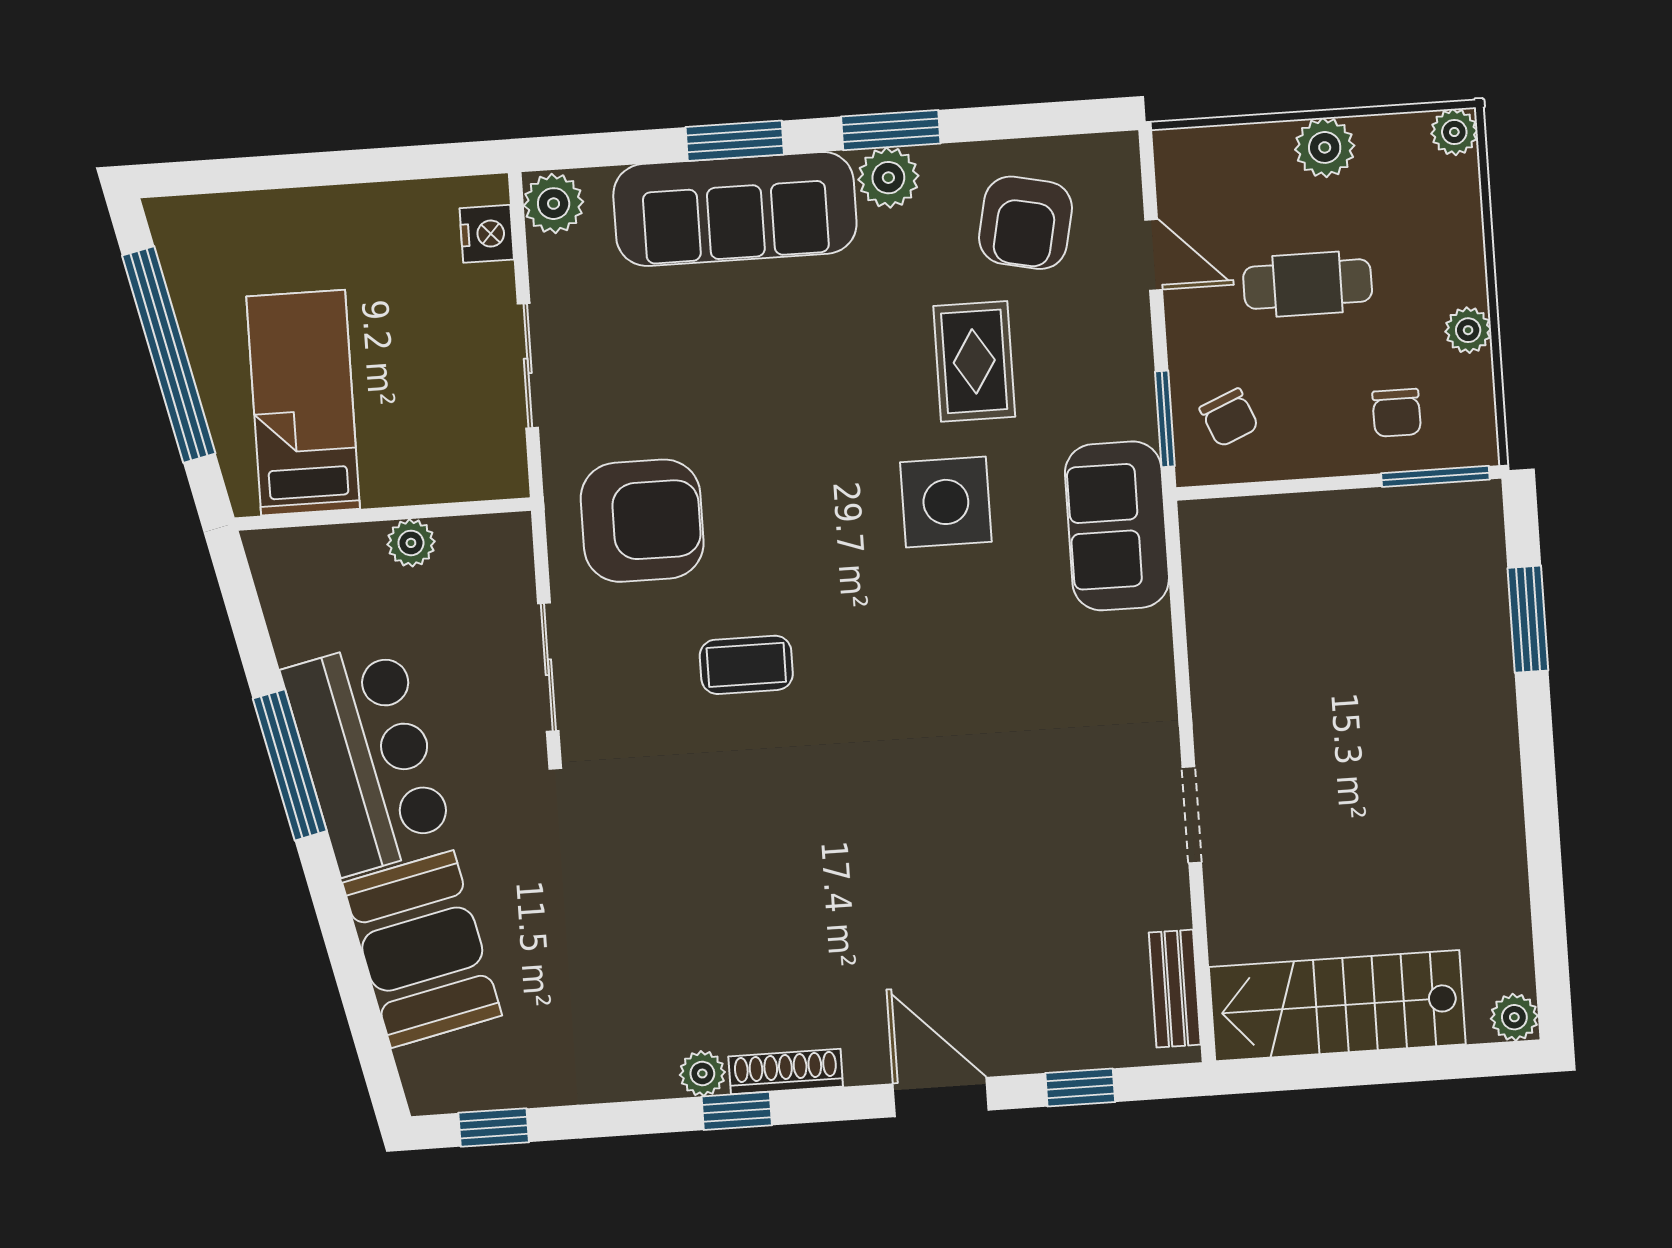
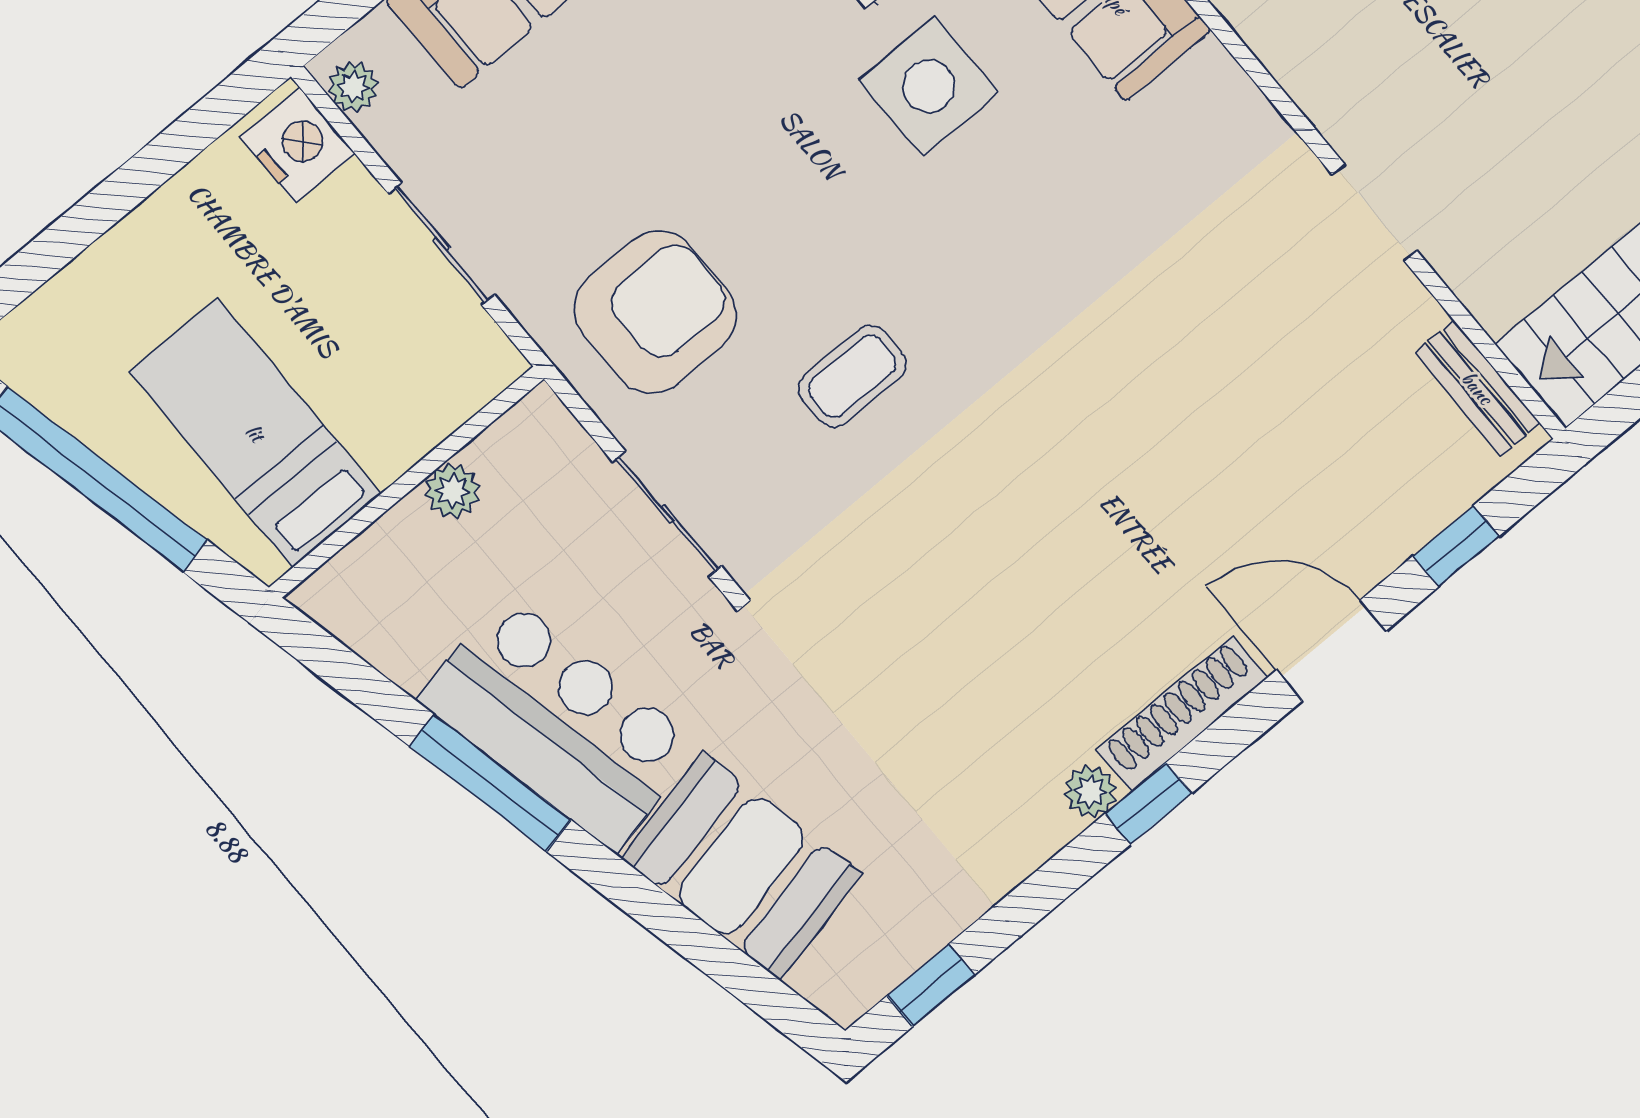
plant: (554, 204) -> (353, 87), width x0.73, depth x0.73
nightstand: (487, 234) -> (298, 145), width x1.36, depth x1.33
shoe rack: (786, 1072) -> (1182, 713), width x1.36, depth x1.24

